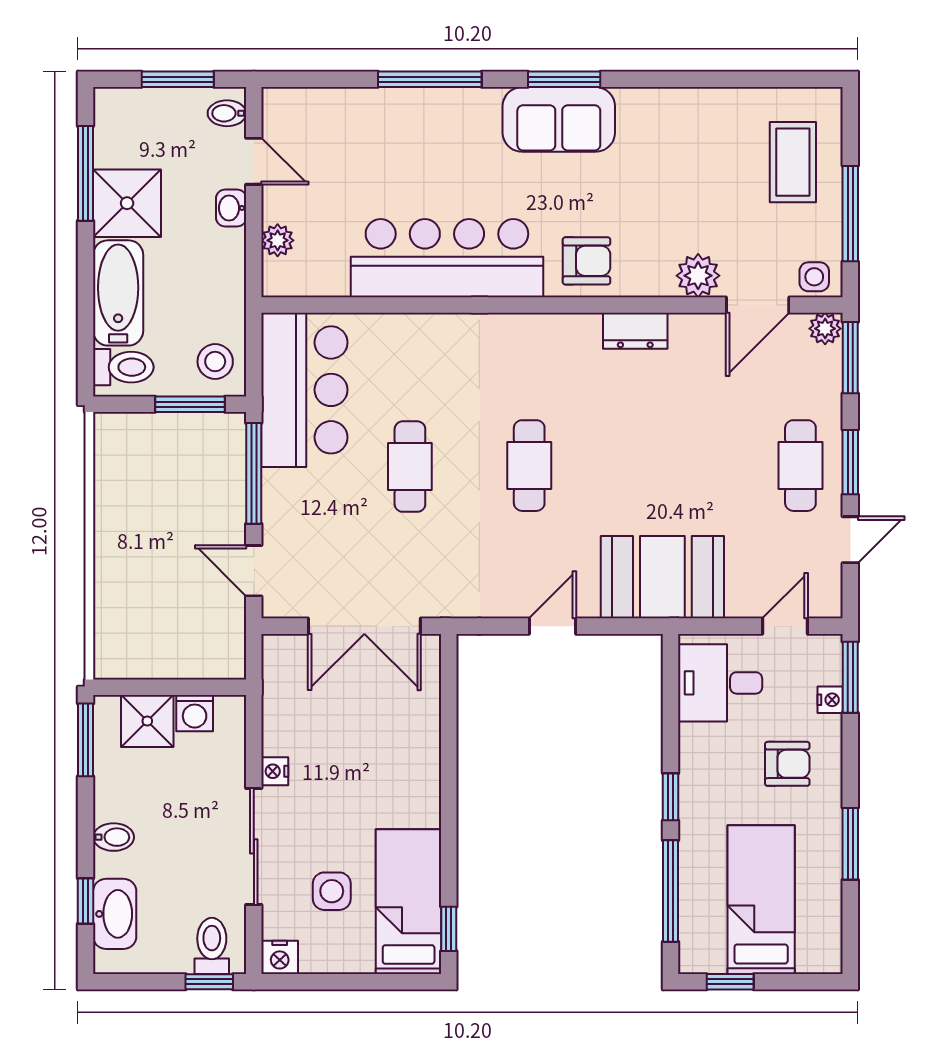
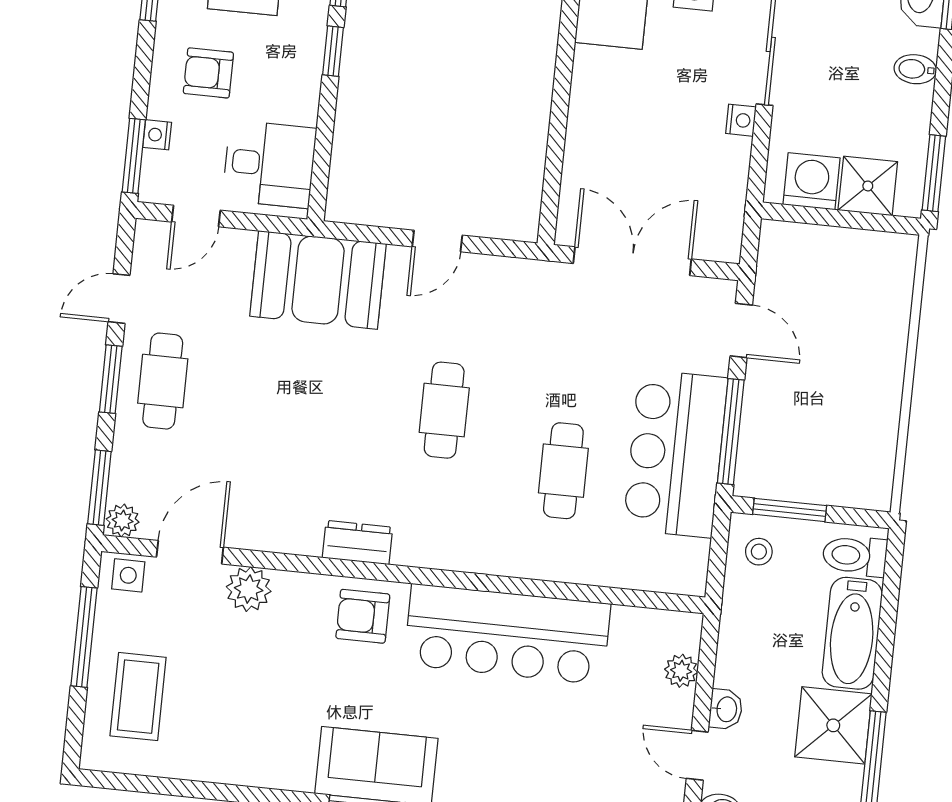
dresser: (635, 331) -> (358, 543), moved
stool: (215, 362) -> (759, 552), width x0.73, depth x0.73
bar counter: (304, 390) -> (675, 454), moved
cafe table: (410, 467) -> (563, 471), moved
washing machine: (195, 713) -> (811, 181), width x1.38, depth x1.38

